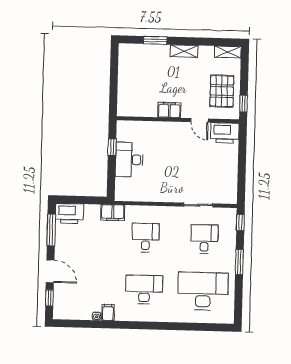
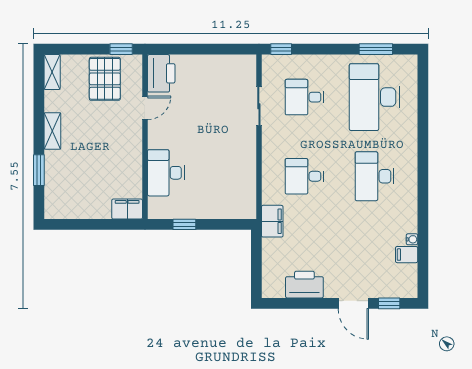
pallet: (222, 91) -> (105, 79), turned 90
filing cabinet: (169, 110) -> (127, 209), moved, turned 90
desk: (129, 160) -> (166, 173), moved, turned 90
printer: (69, 214) -> (304, 285), moved, turned -90
window: (51, 230) -> (298, 303), removed
window: (239, 262) -> (376, 49), moved
door: (50, 271) -> (353, 303), swing flipped
filing cabinet: (108, 312) -> (407, 255), moved

